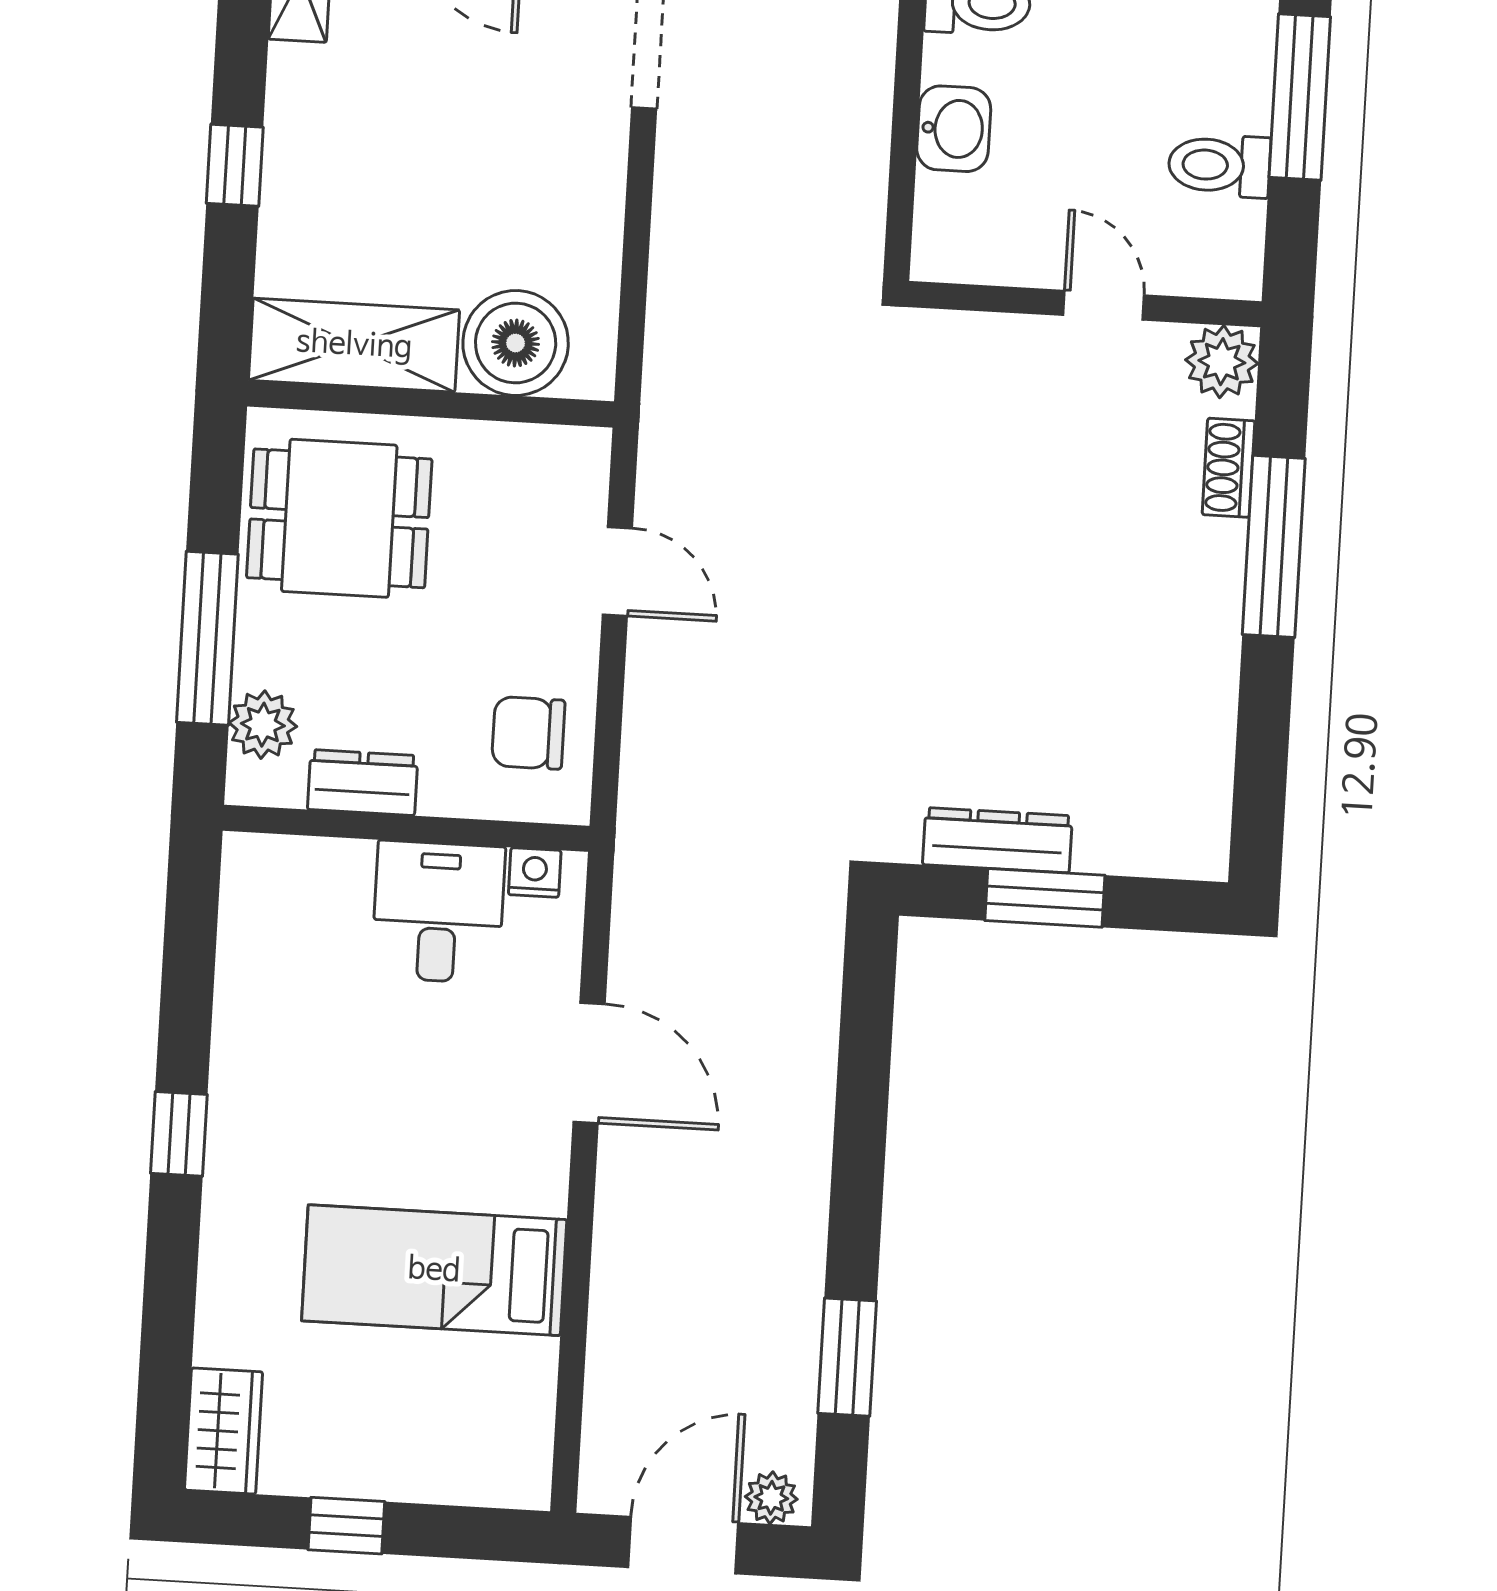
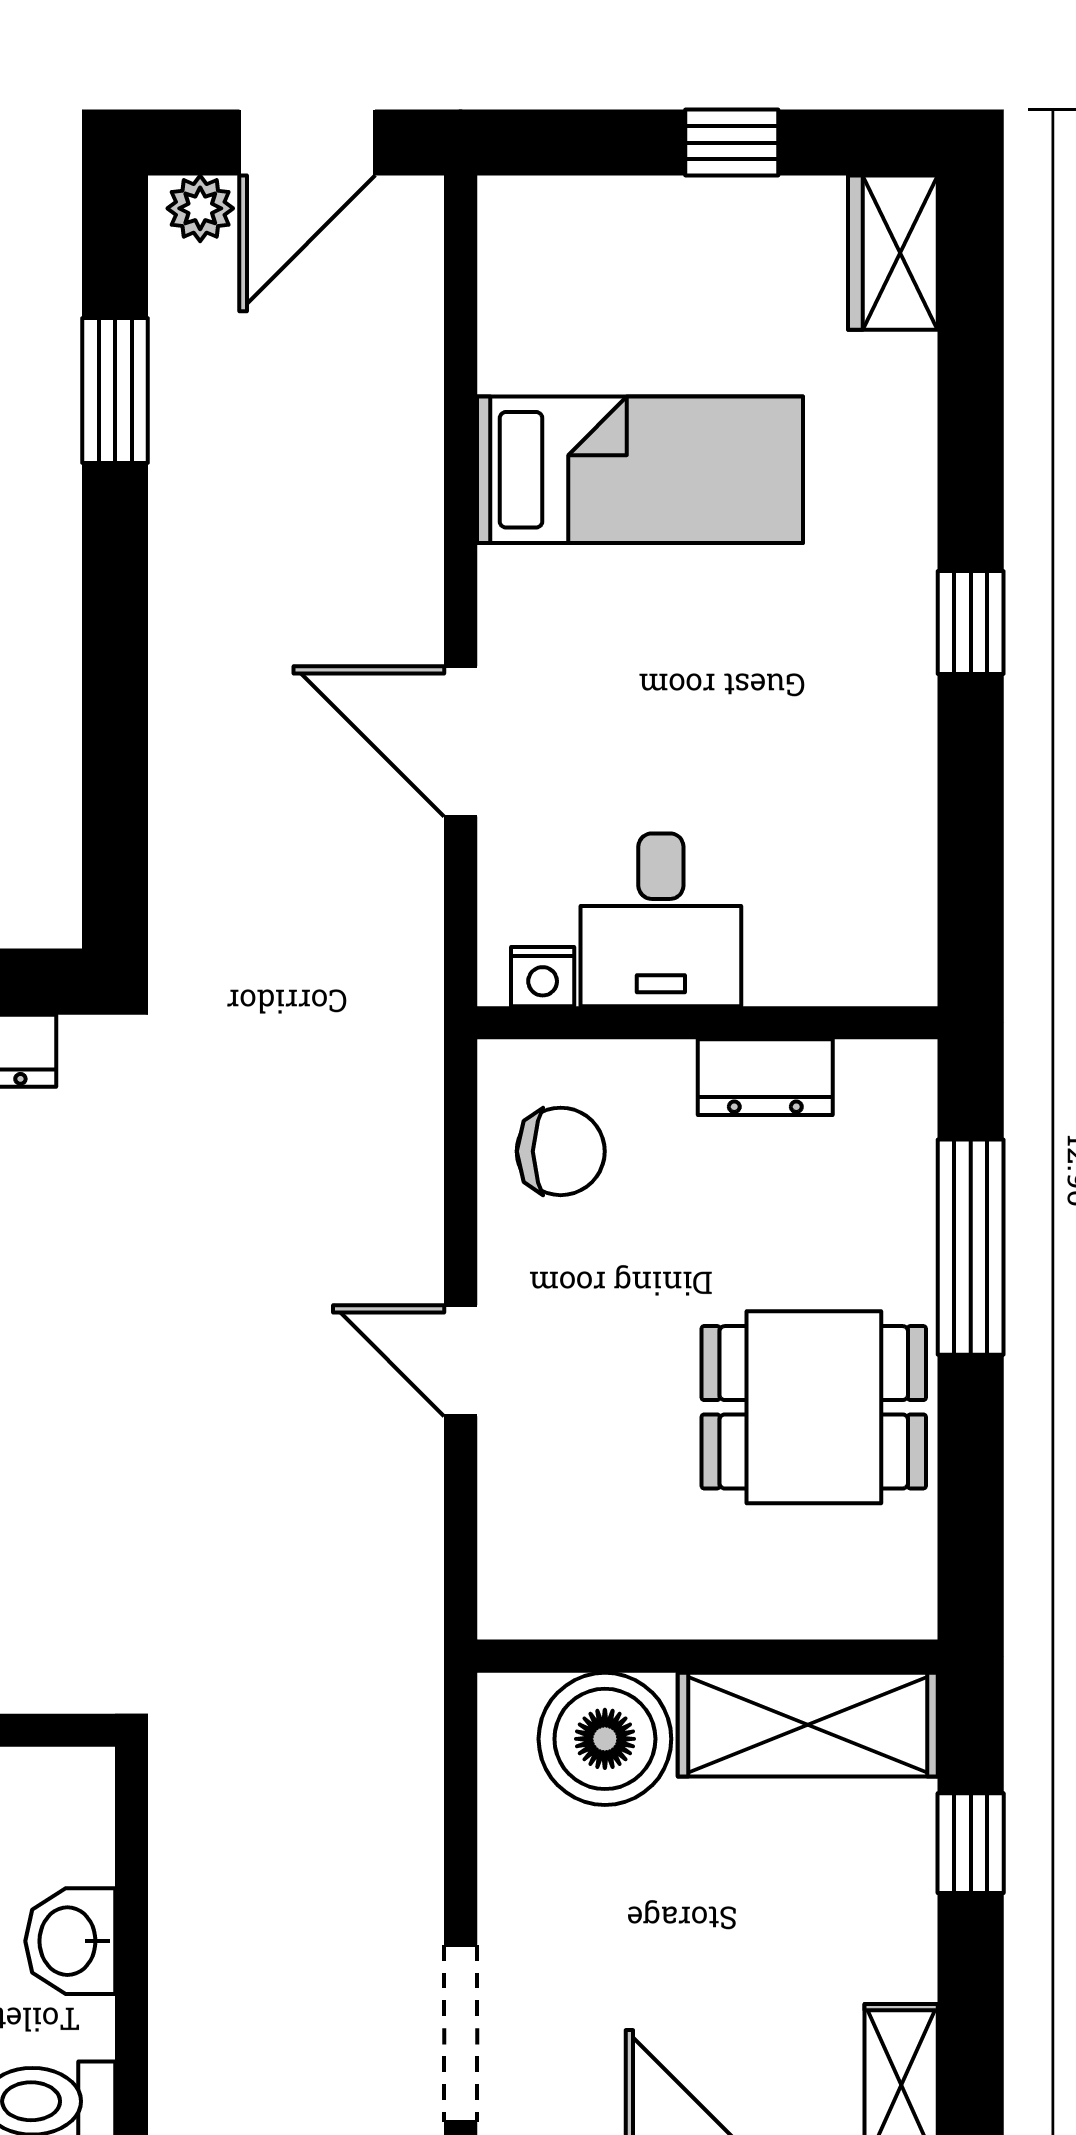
boiler: (516, 343) -> (605, 1739), moved
shelving: (354, 345) -> (808, 1725), moved
wall: (431, 404) -> (707, 1656), moved
plant: (263, 725) -> (895, 1143), removed

